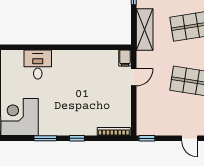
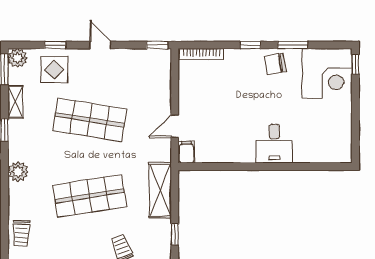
desk: (38, 64) -> (274, 144), moved
chair: (58, 124) -> (275, 64), added

